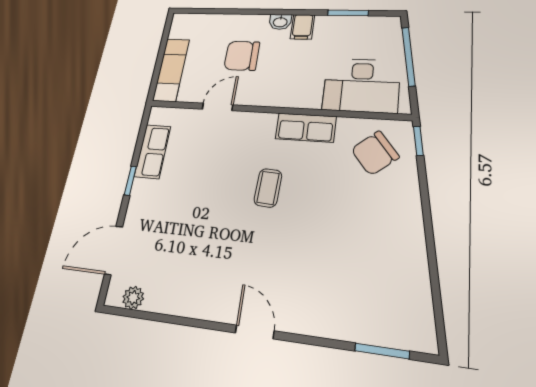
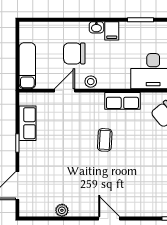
stool: (260, 96) -> (91, 82), added
plant: (133, 298) -> (62, 210), moved

